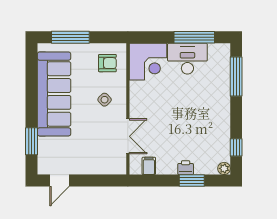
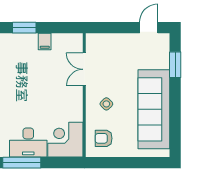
window: (70, 37) -> (139, 163), removed
filing cabinet: (149, 166) -> (45, 41), moved
printer: (186, 168) -> (30, 40), removed

